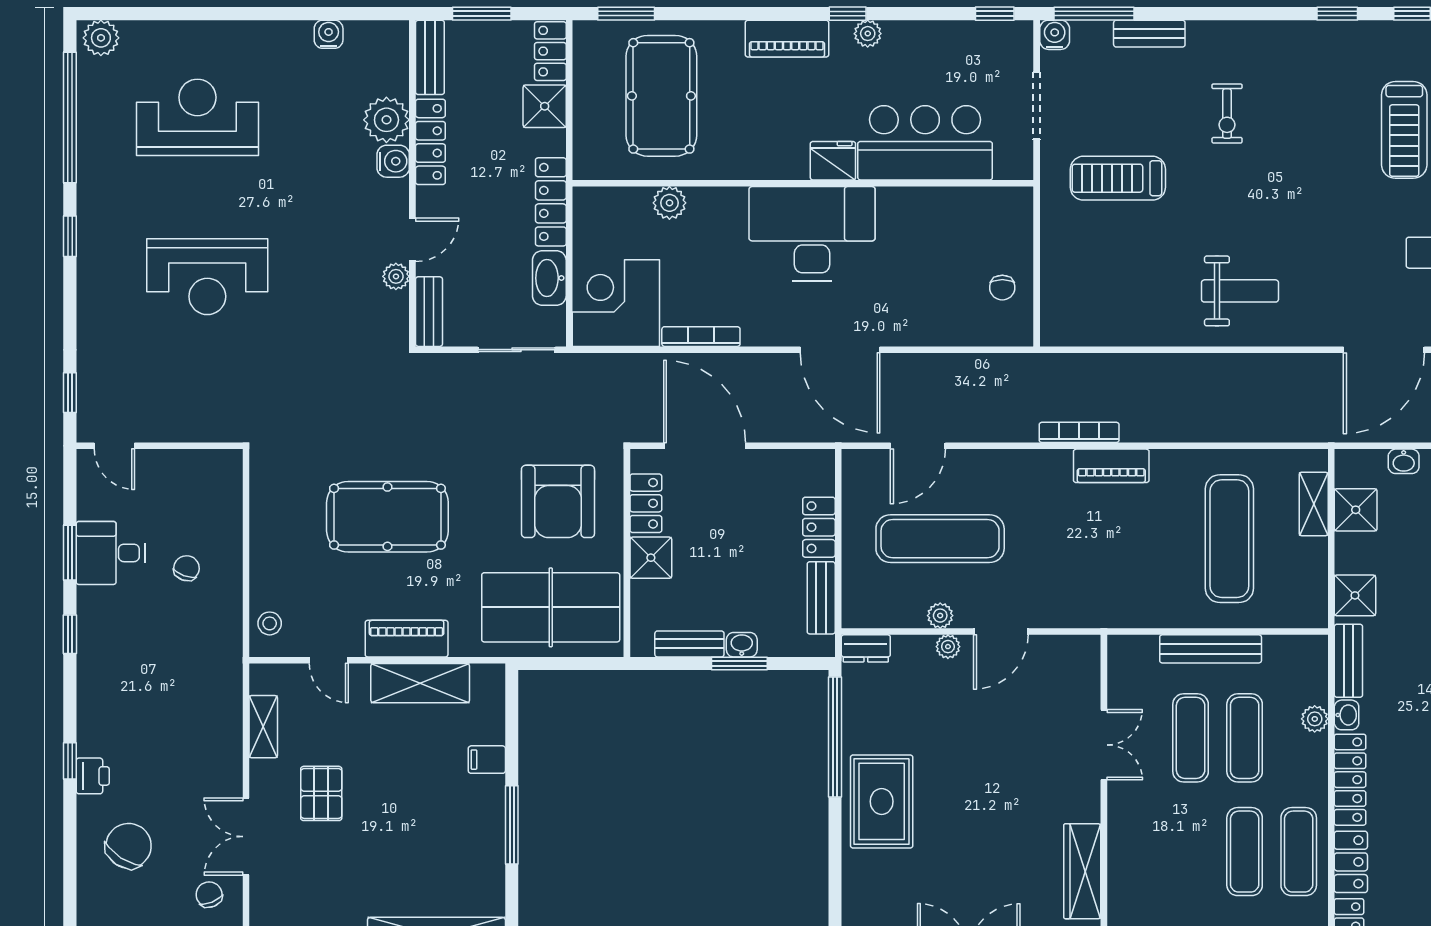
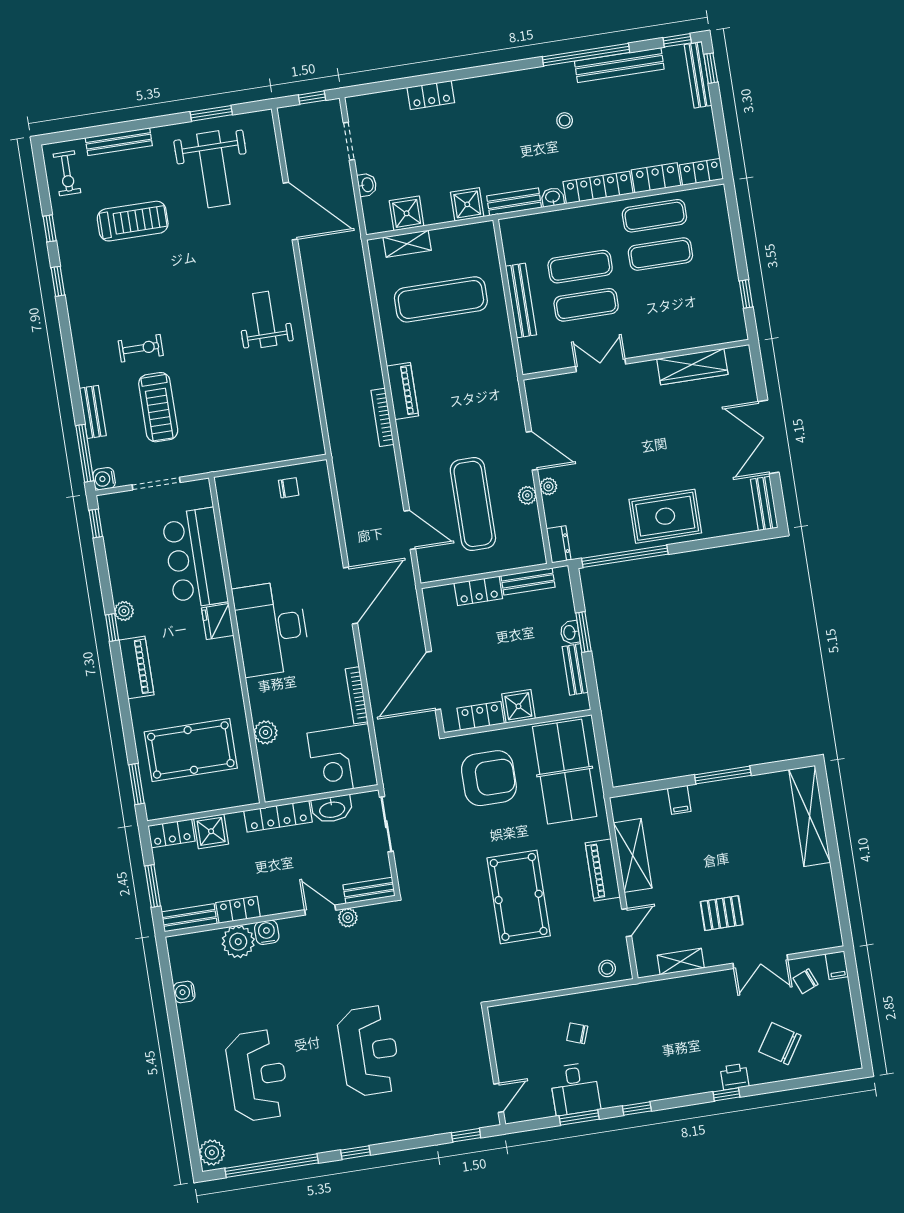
reception desk: (197, 117) -> (257, 1076), turned 180
locker: (430, 142) -> (238, 910), width x0.66
treadmill: (1118, 178) -> (158, 407), moved
plant: (1315, 719) -> (559, 219), removed

